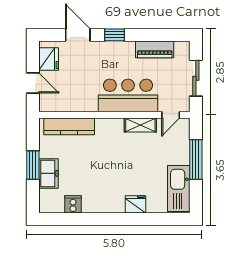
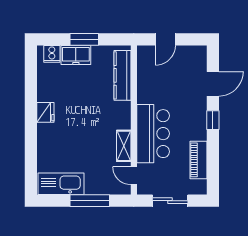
fridge: (49, 59) -> (189, 55), removed
cooker: (73, 204) -> (52, 54), moved, turned 90
fridge: (136, 204) -> (45, 112), moved

